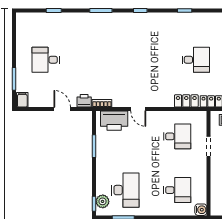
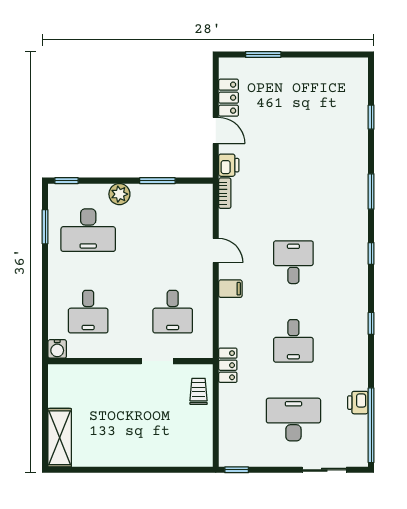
desk: (46, 60) -> (293, 262), moved
filing cabinet: (22, 100) -> (230, 289), moved
locker: (186, 101) -> (229, 98), moved
door: (62, 109) -> (216, 131), hinge flipped
door: (138, 109) -> (216, 250), swing flipped
printer: (114, 121) -> (198, 212), removed
plant: (103, 201) -> (119, 194), moved

